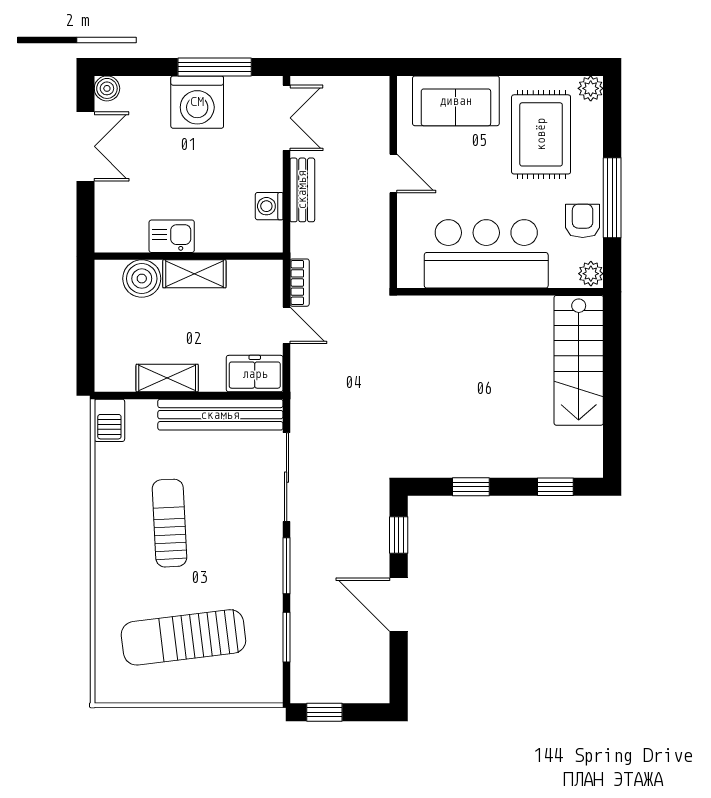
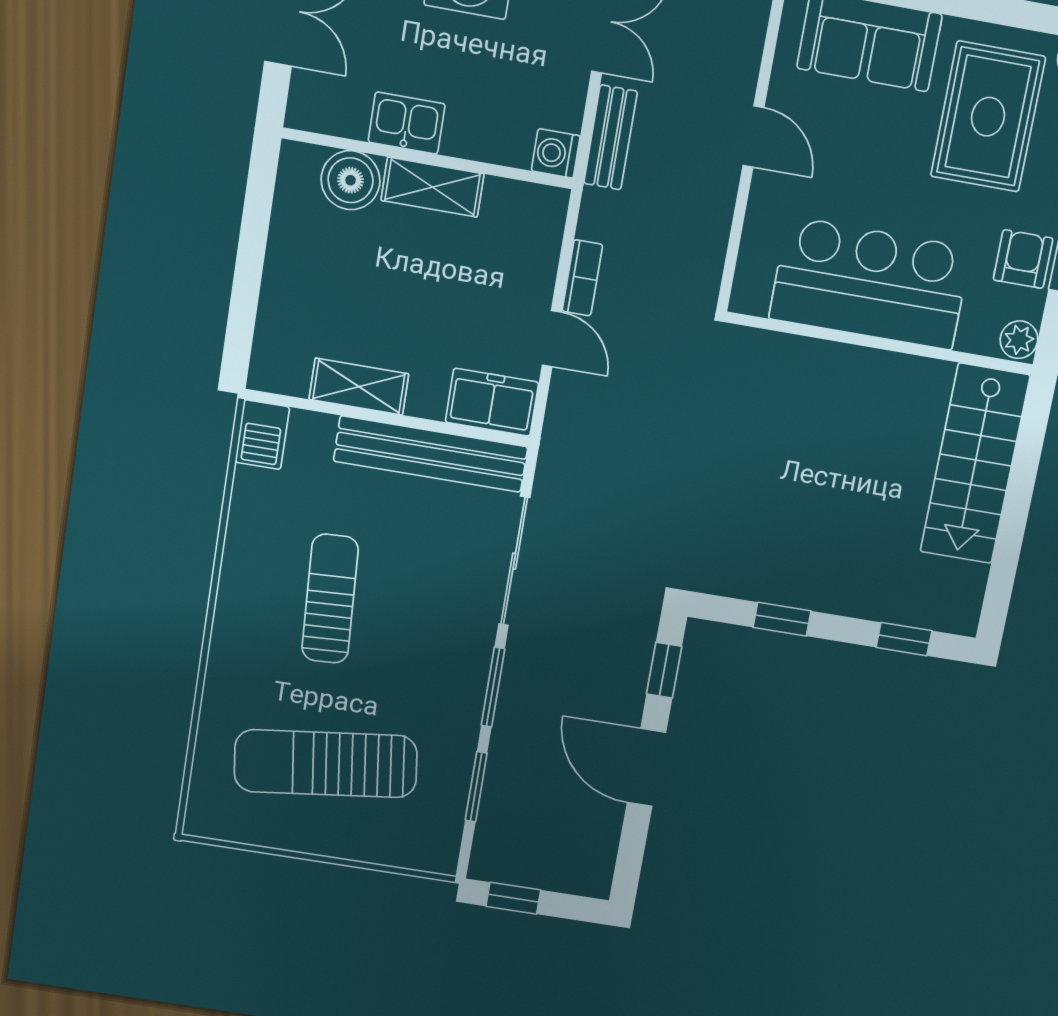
kitchen sink: (172, 236) -> (407, 123), moved
wall: (189, 256) -> (428, 158), moved
shelving: (194, 274) -> (433, 187), moved
boiler: (142, 279) -> (351, 180), moved

